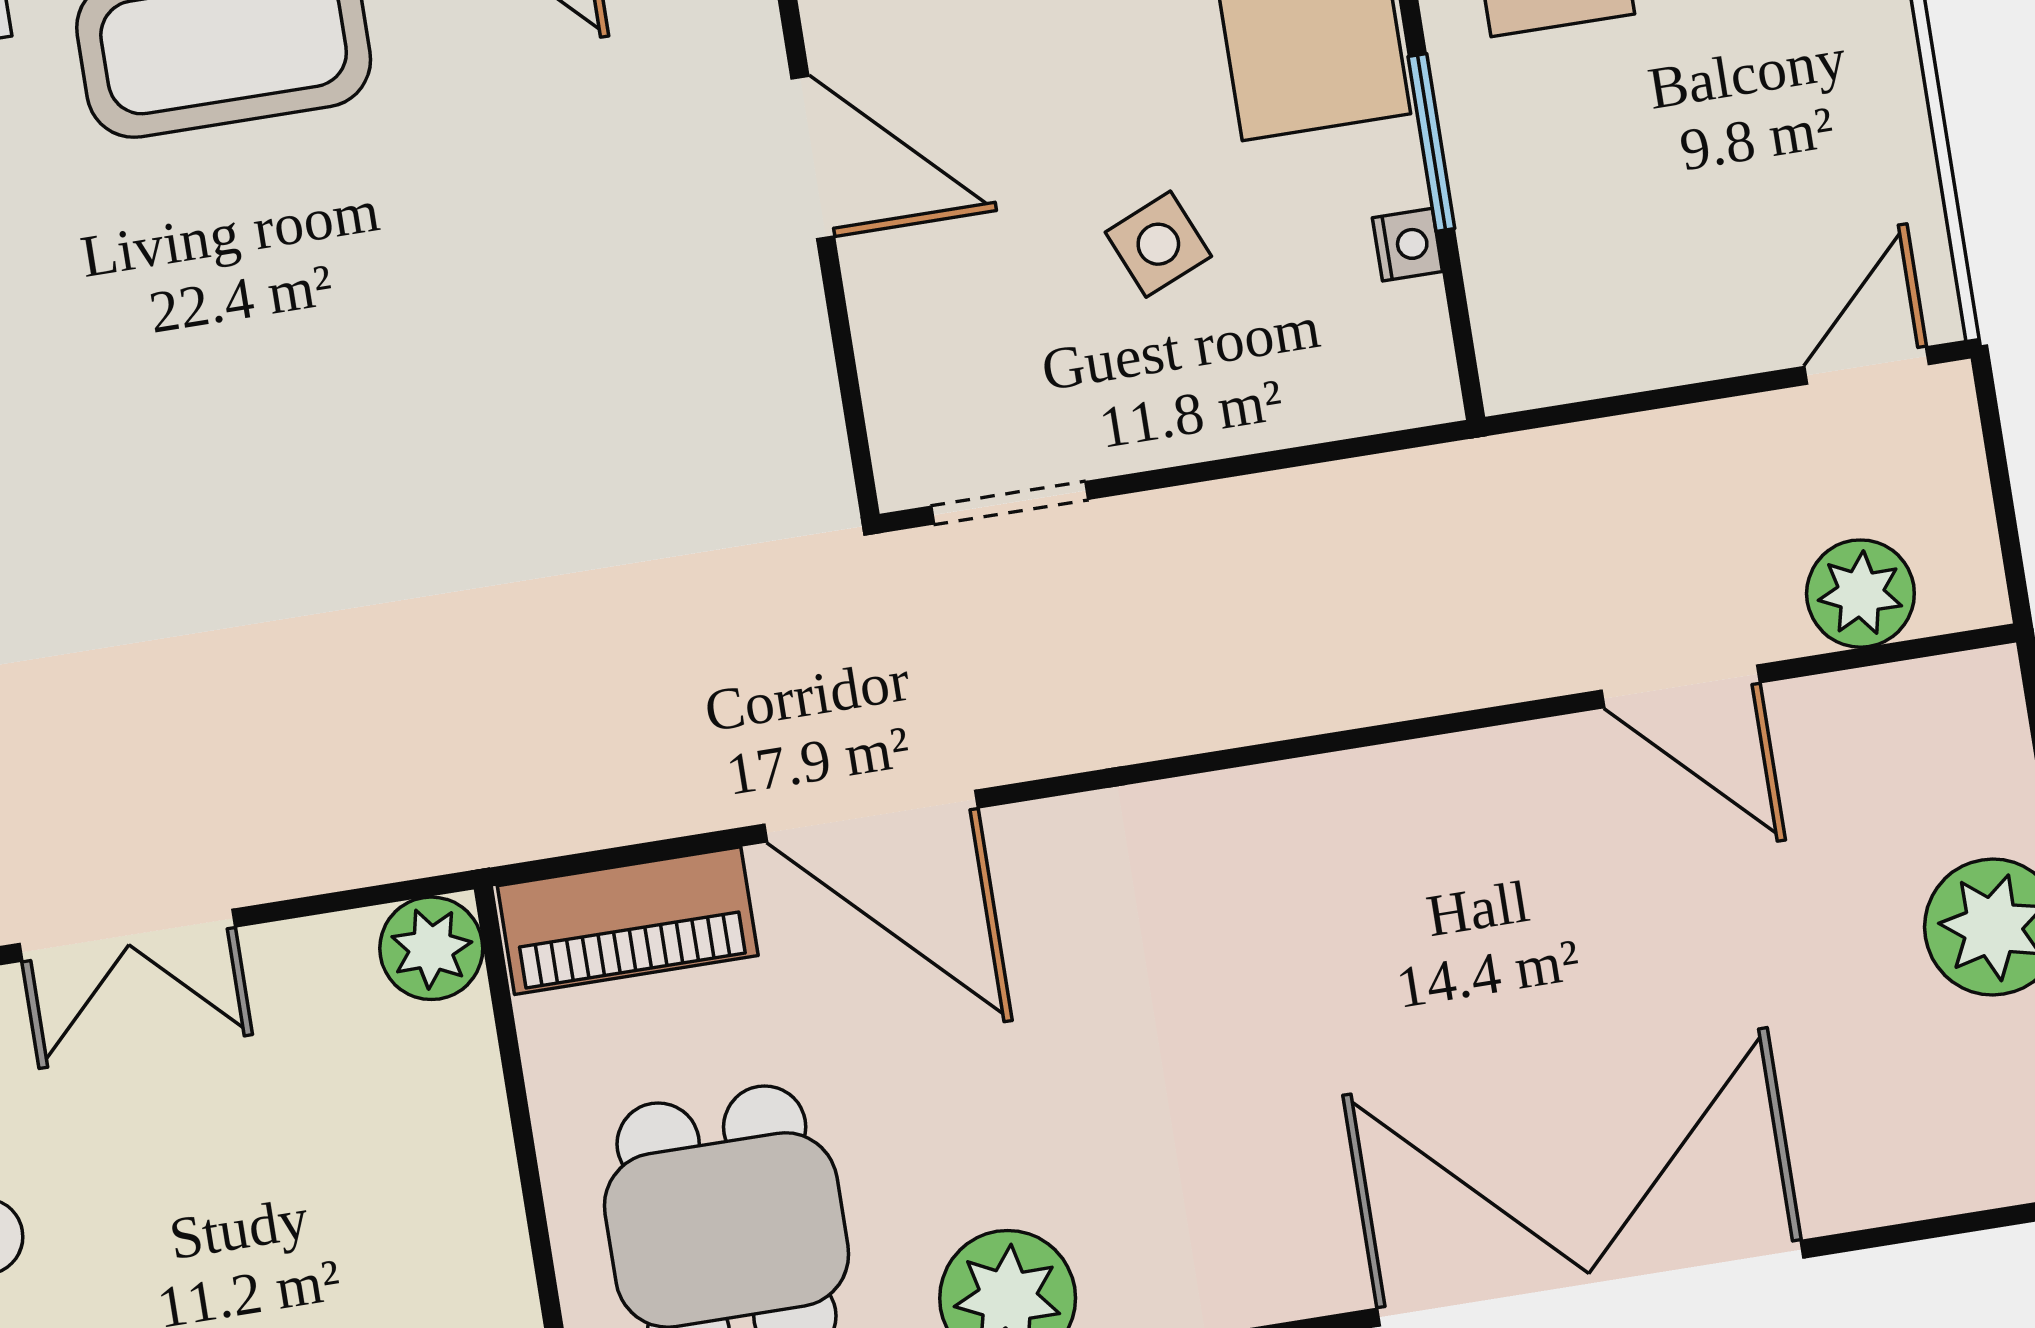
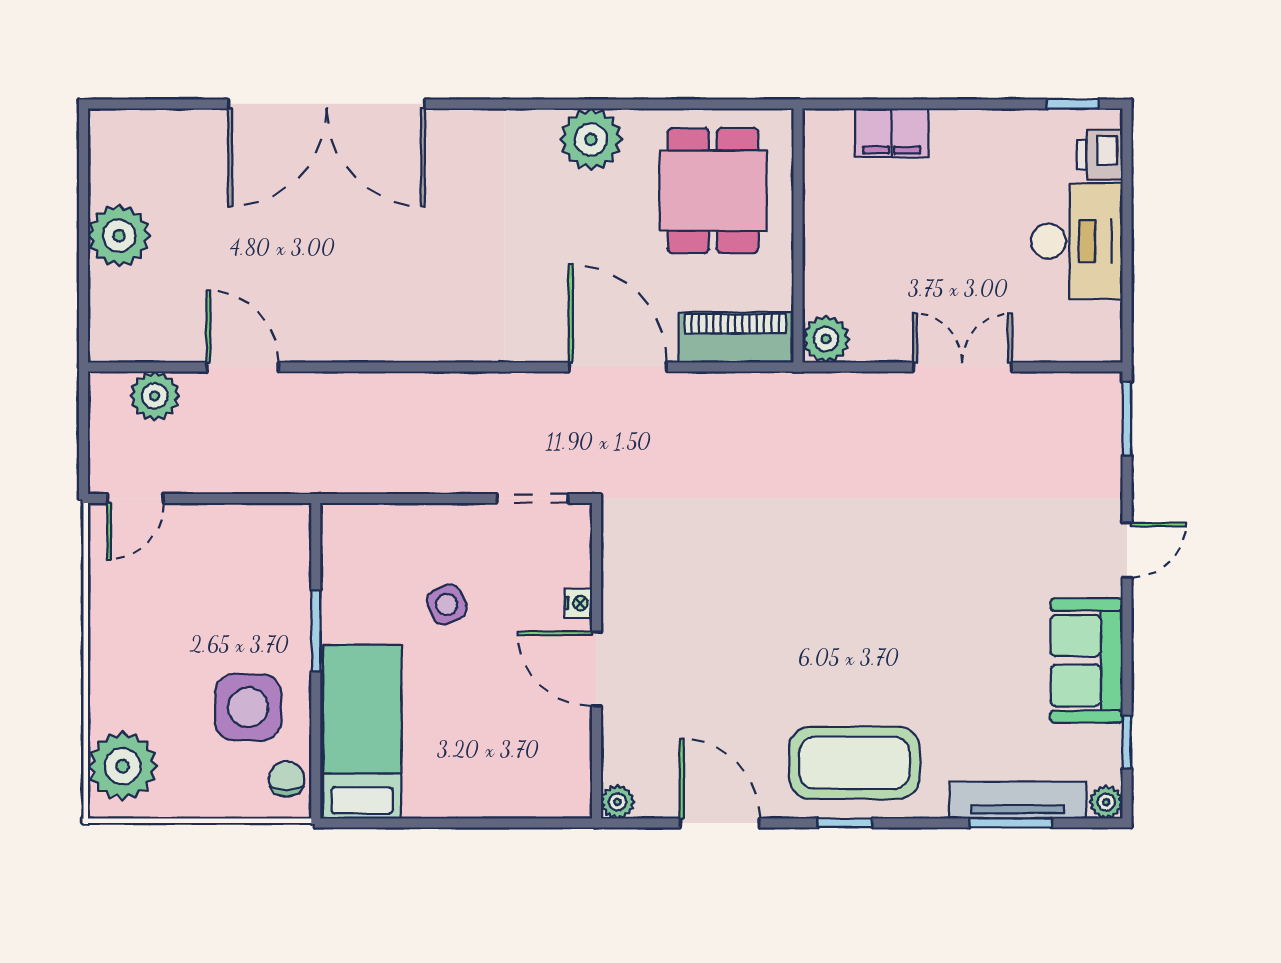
nightstand: (1407, 245) -> (578, 603), moved, turned 180

